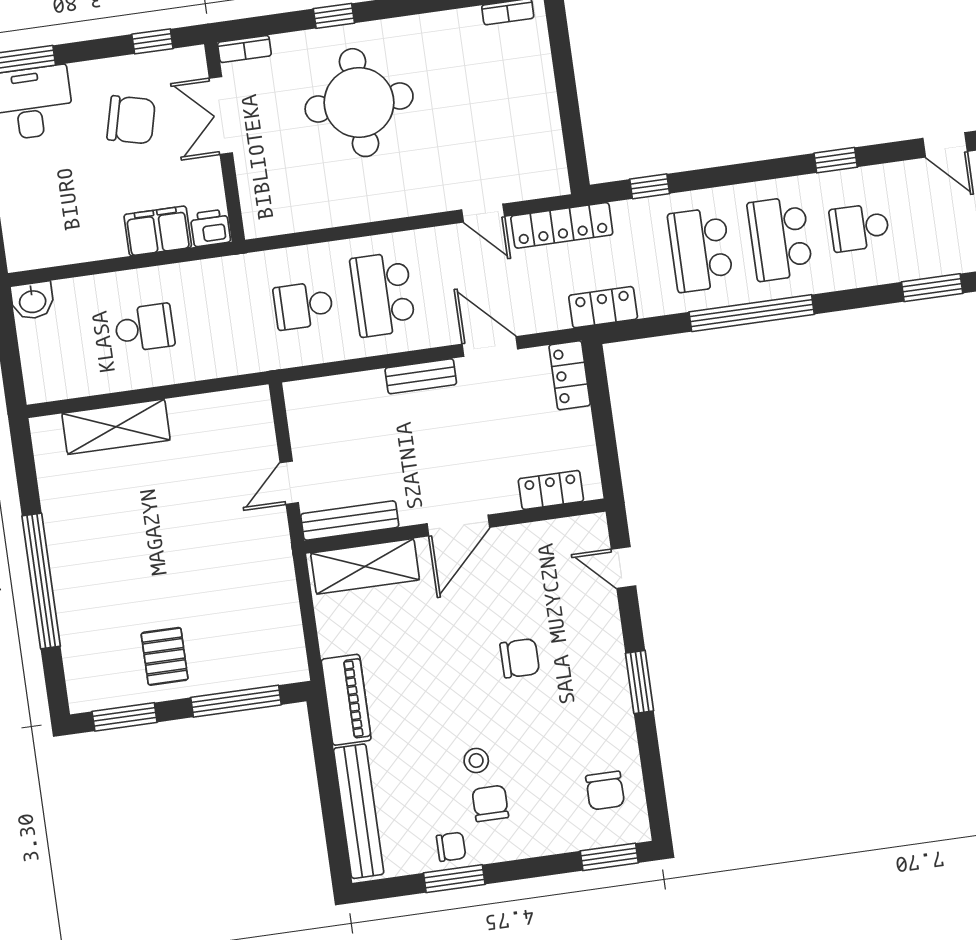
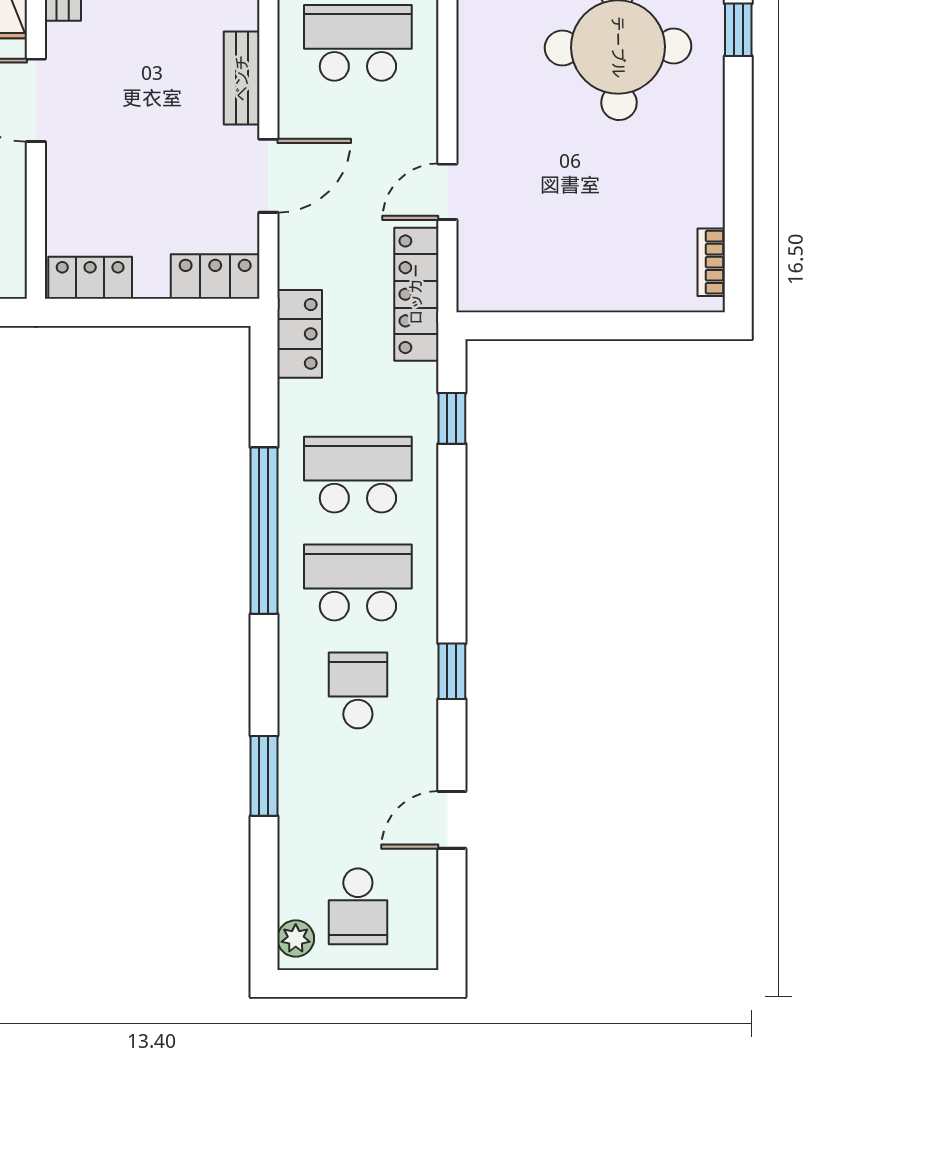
locker: (551, 490) -> (90, 278), moved, turned -90

